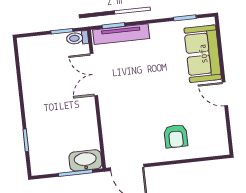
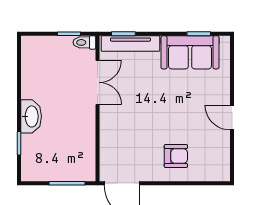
sofa: (203, 54) -> (190, 52), moved, turned -90
double door: (94, 75) -> (97, 82), swing flipped
armchair: (176, 136) -> (176, 156), turned -90
washbasin: (85, 160) -> (31, 116), moved, turned 90

